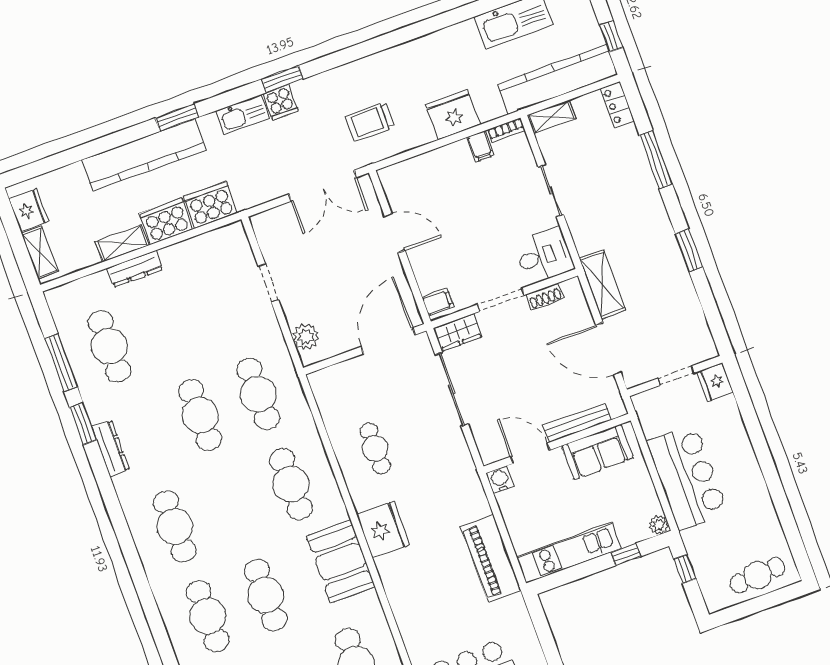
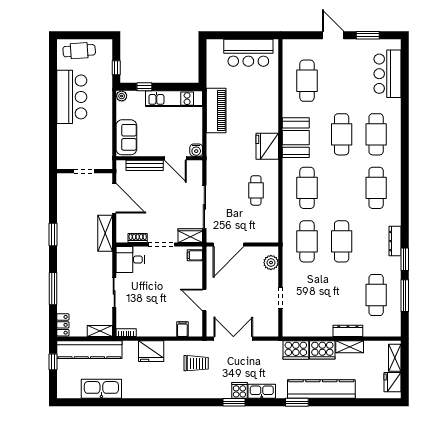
filing cabinet: (480, 146) -> (182, 329), moved
fridge: (715, 382) -> (64, 160), removed
sofa: (597, 452) -> (126, 137), moved, turned 90
bar counter: (687, 477) -> (72, 97), moved, turned 180

